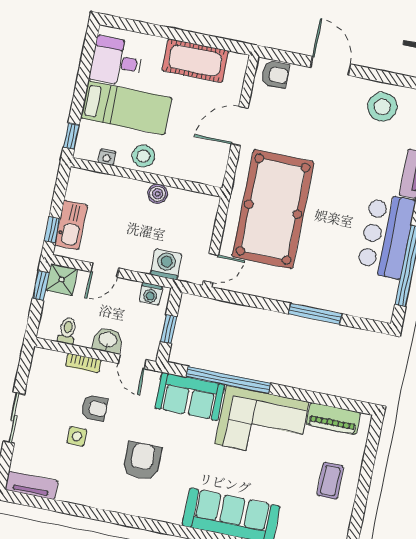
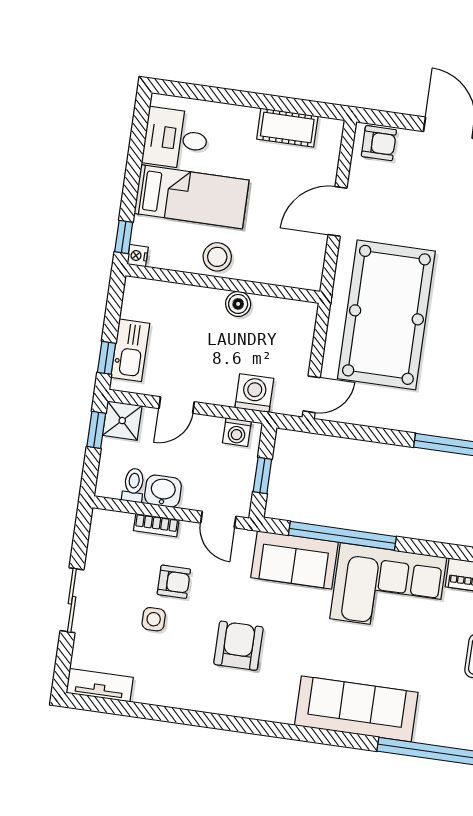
cot: (195, 61) -> (287, 128), width x0.73, depth x0.75
nightstand: (107, 157) -> (138, 256), moved, turned 90
washbasin: (108, 340) -> (163, 491), moved

